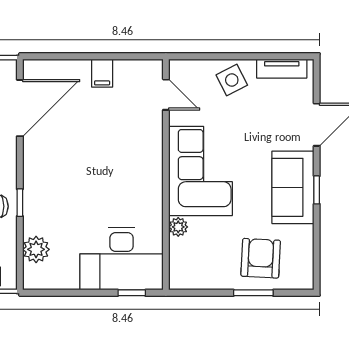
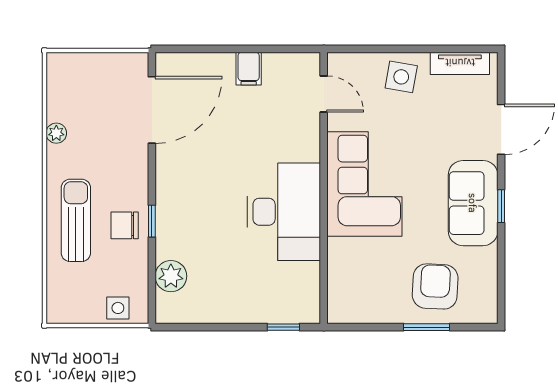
side table: (232, 80) -> (401, 77), turned 37
plant: (178, 227) -> (338, 250), removed
desk: (122, 259) -> (284, 212), moved, turned -90

